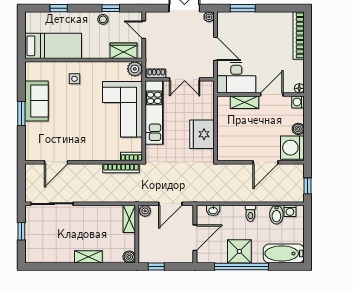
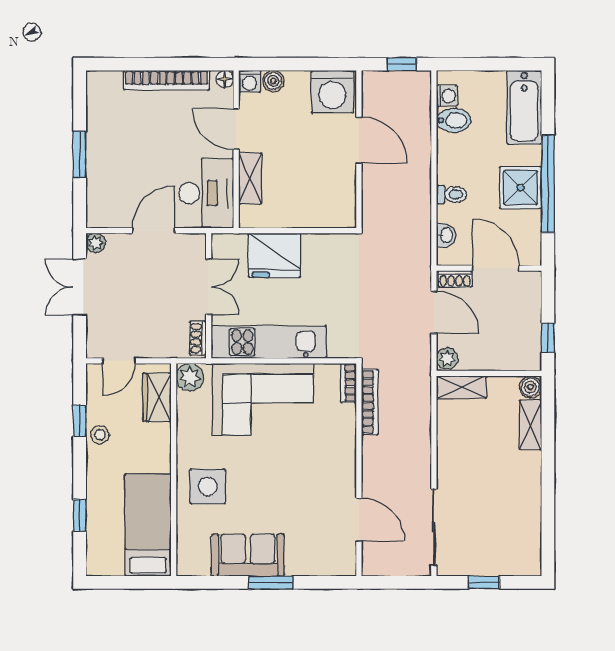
window: (243, 8) -> (80, 154), moved
bookcase: (299, 35) -> (167, 80), moved
side table: (74, 79) -> (208, 486), width x1.87, depth x1.87
boiler: (298, 129) -> (273, 81), moved
fridge: (202, 134) -> (274, 255), moved
toilet: (250, 213) -> (451, 195), moved
shoe rack: (189, 215) -> (455, 279), added
shelving: (88, 257) -> (530, 425), moved

